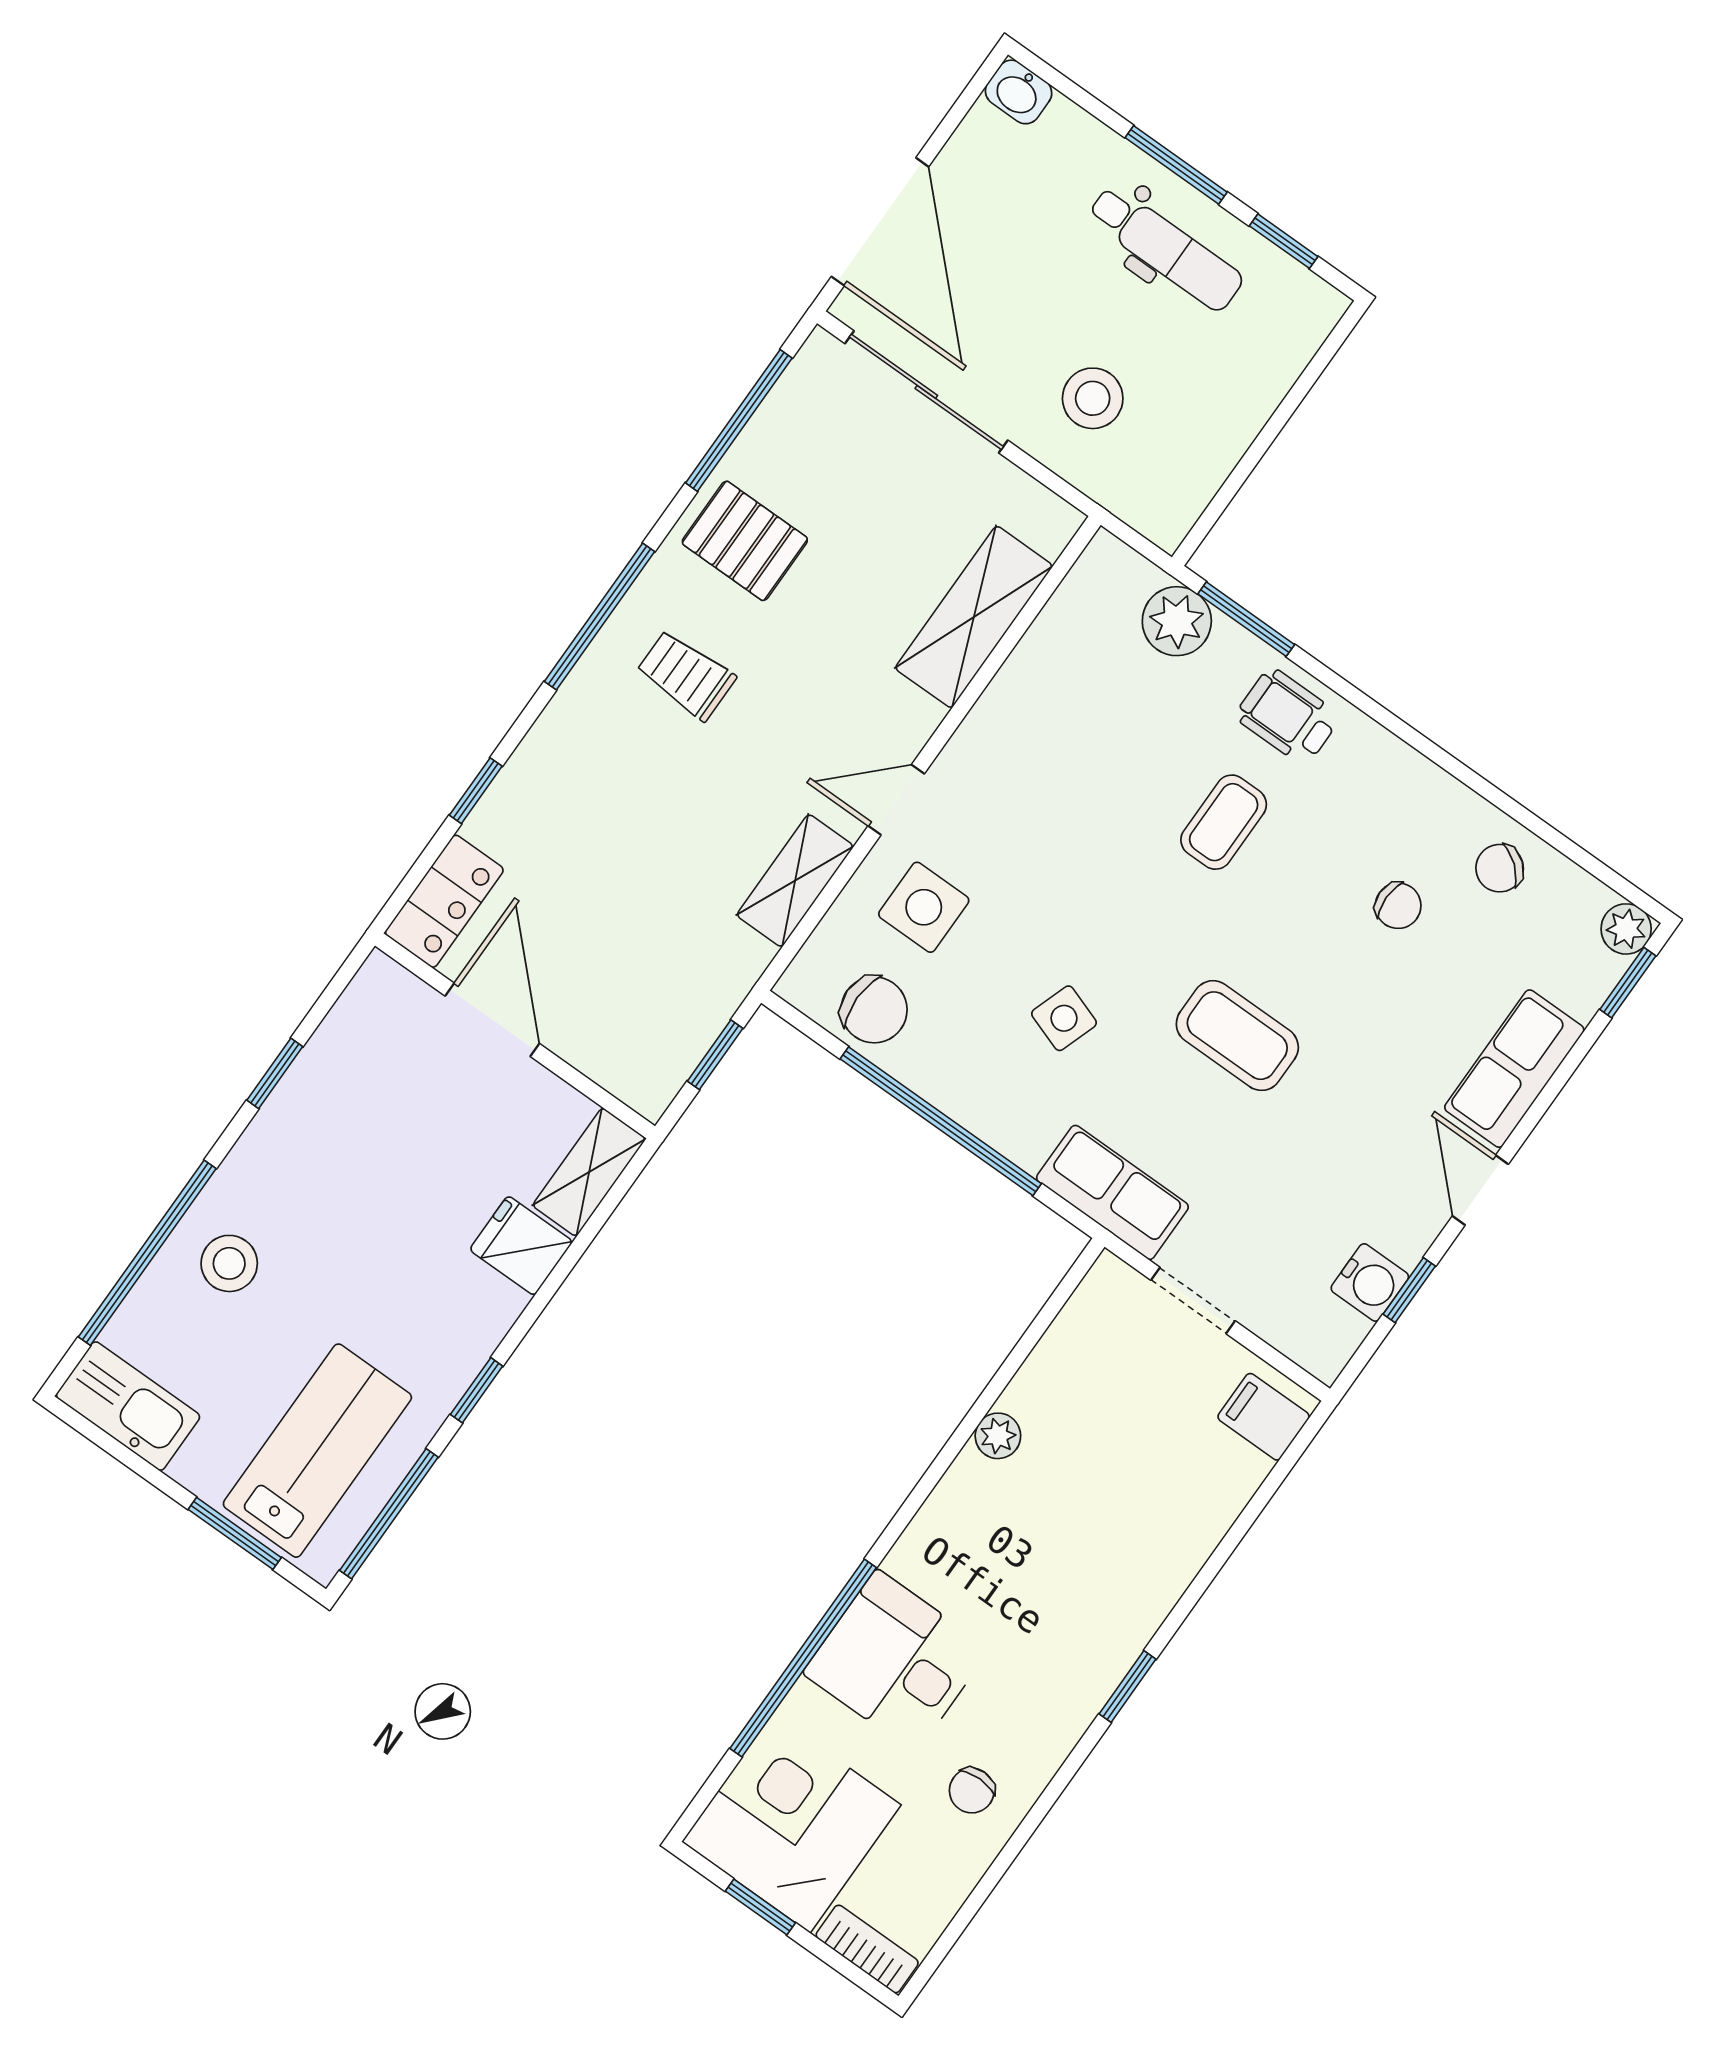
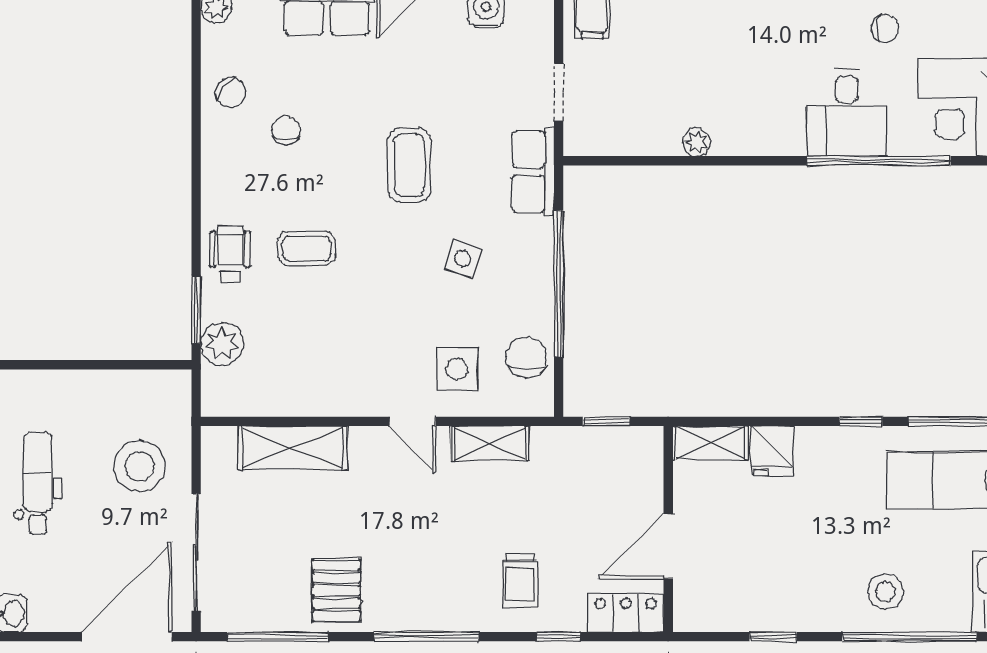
stool: (1093, 398) -> (140, 466), width x1.38, depth x1.38
trolley: (686, 675) -> (520, 581), moved
wheelchair: (1288, 716) -> (230, 254), turned 180

